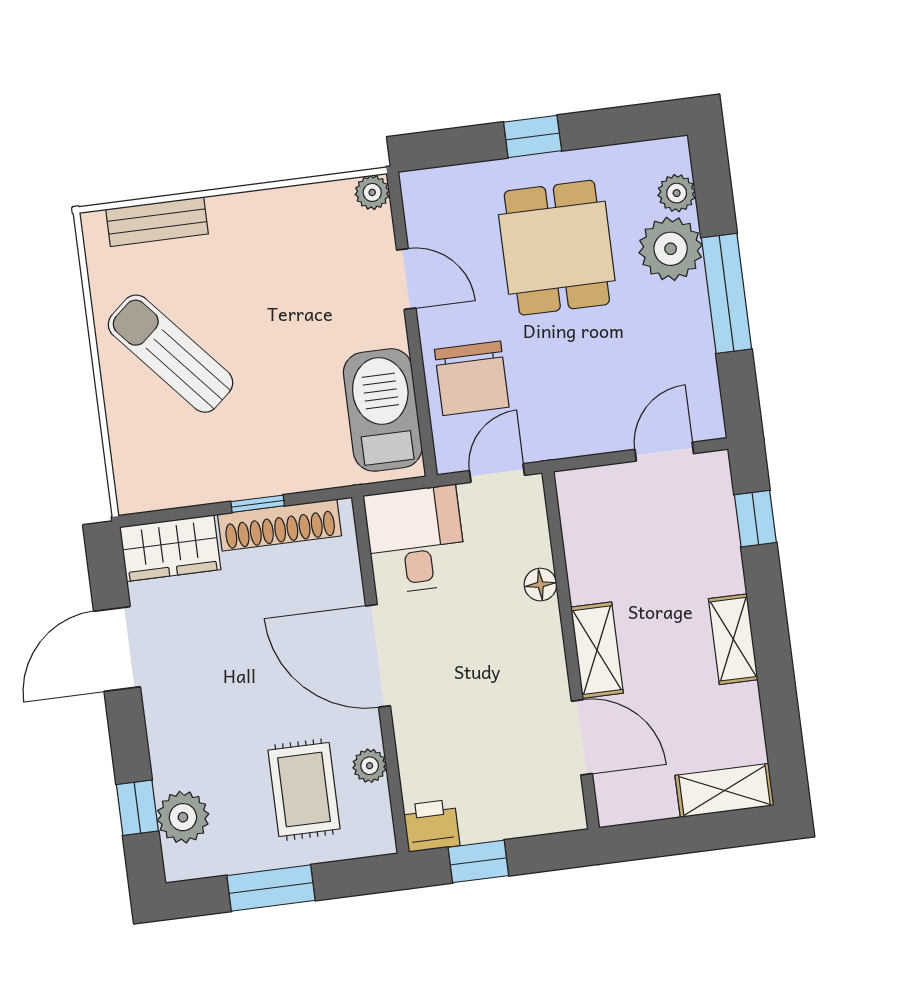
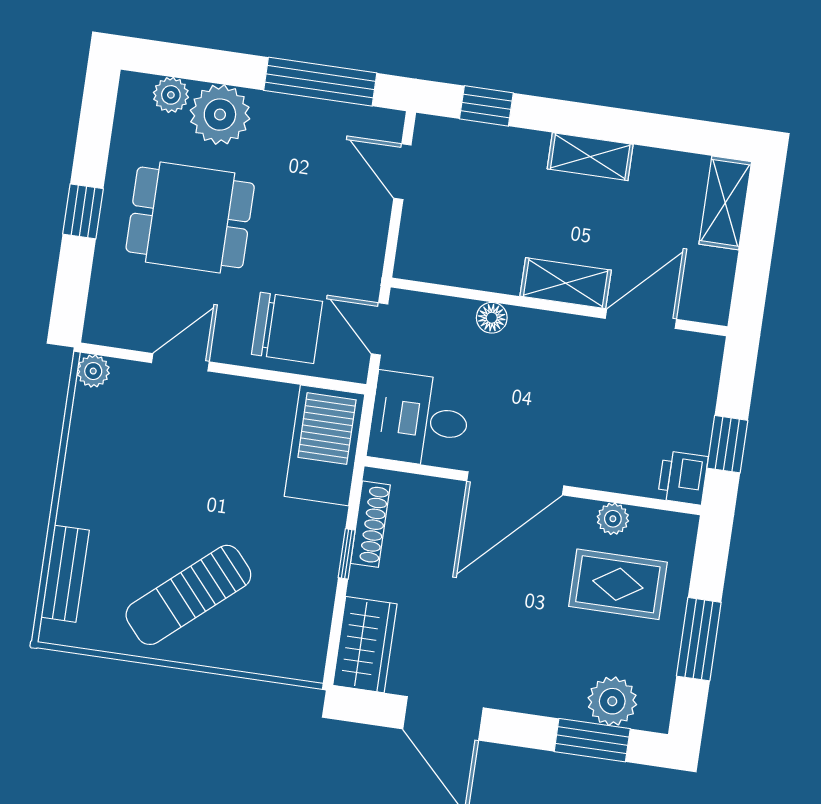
window: (727, 293) -> (320, 82), moved
barbecue: (383, 410) -> (325, 445), moved, turned 90
shoe rack: (280, 525) -> (370, 524), width x0.74, depth x0.81
window: (137, 808) -> (592, 740), width x1.50

